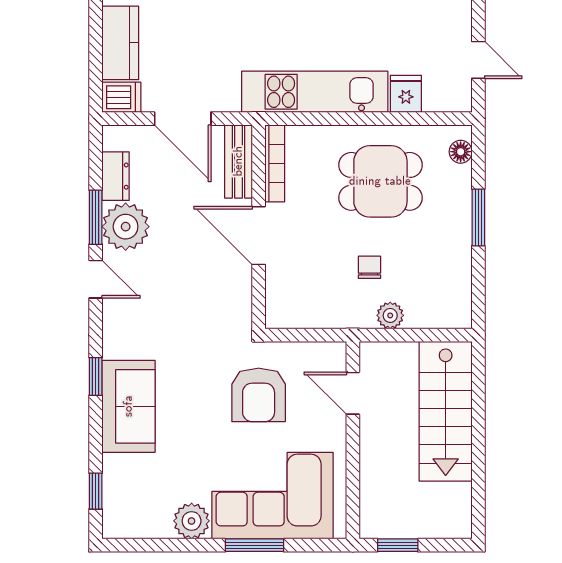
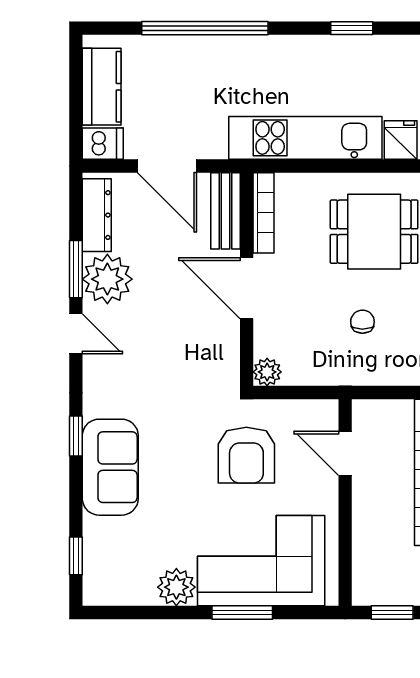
dresser: (116, 176) -> (97, 215), width x1.44
plant: (390, 315) -> (267, 372), moved

